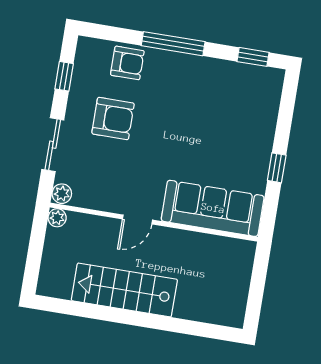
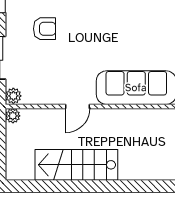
armchair: (113, 118) -> (44, 29), width x0.72, depth x0.72

